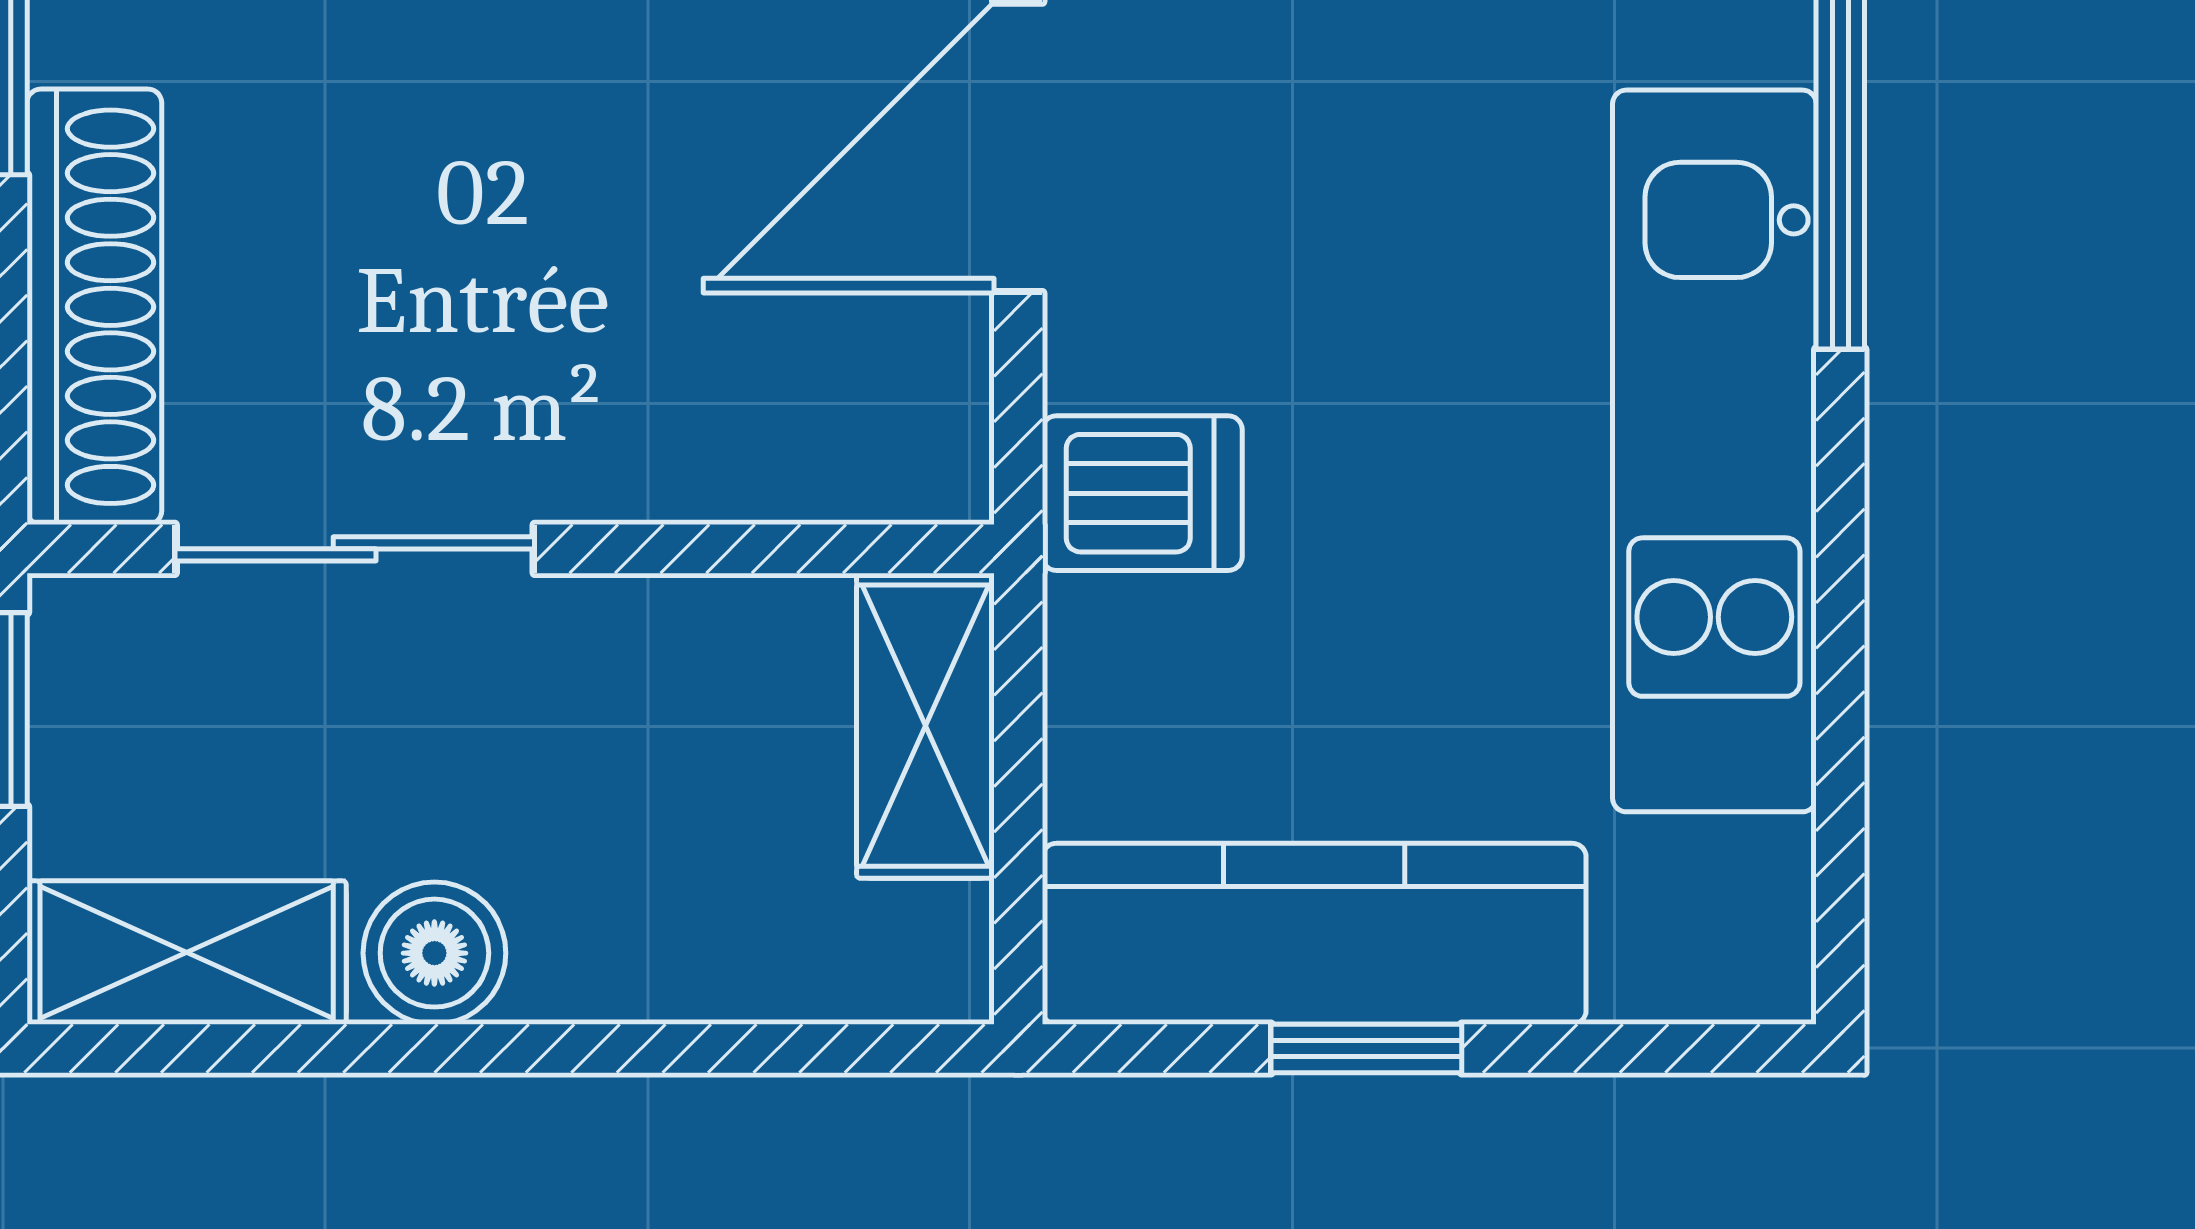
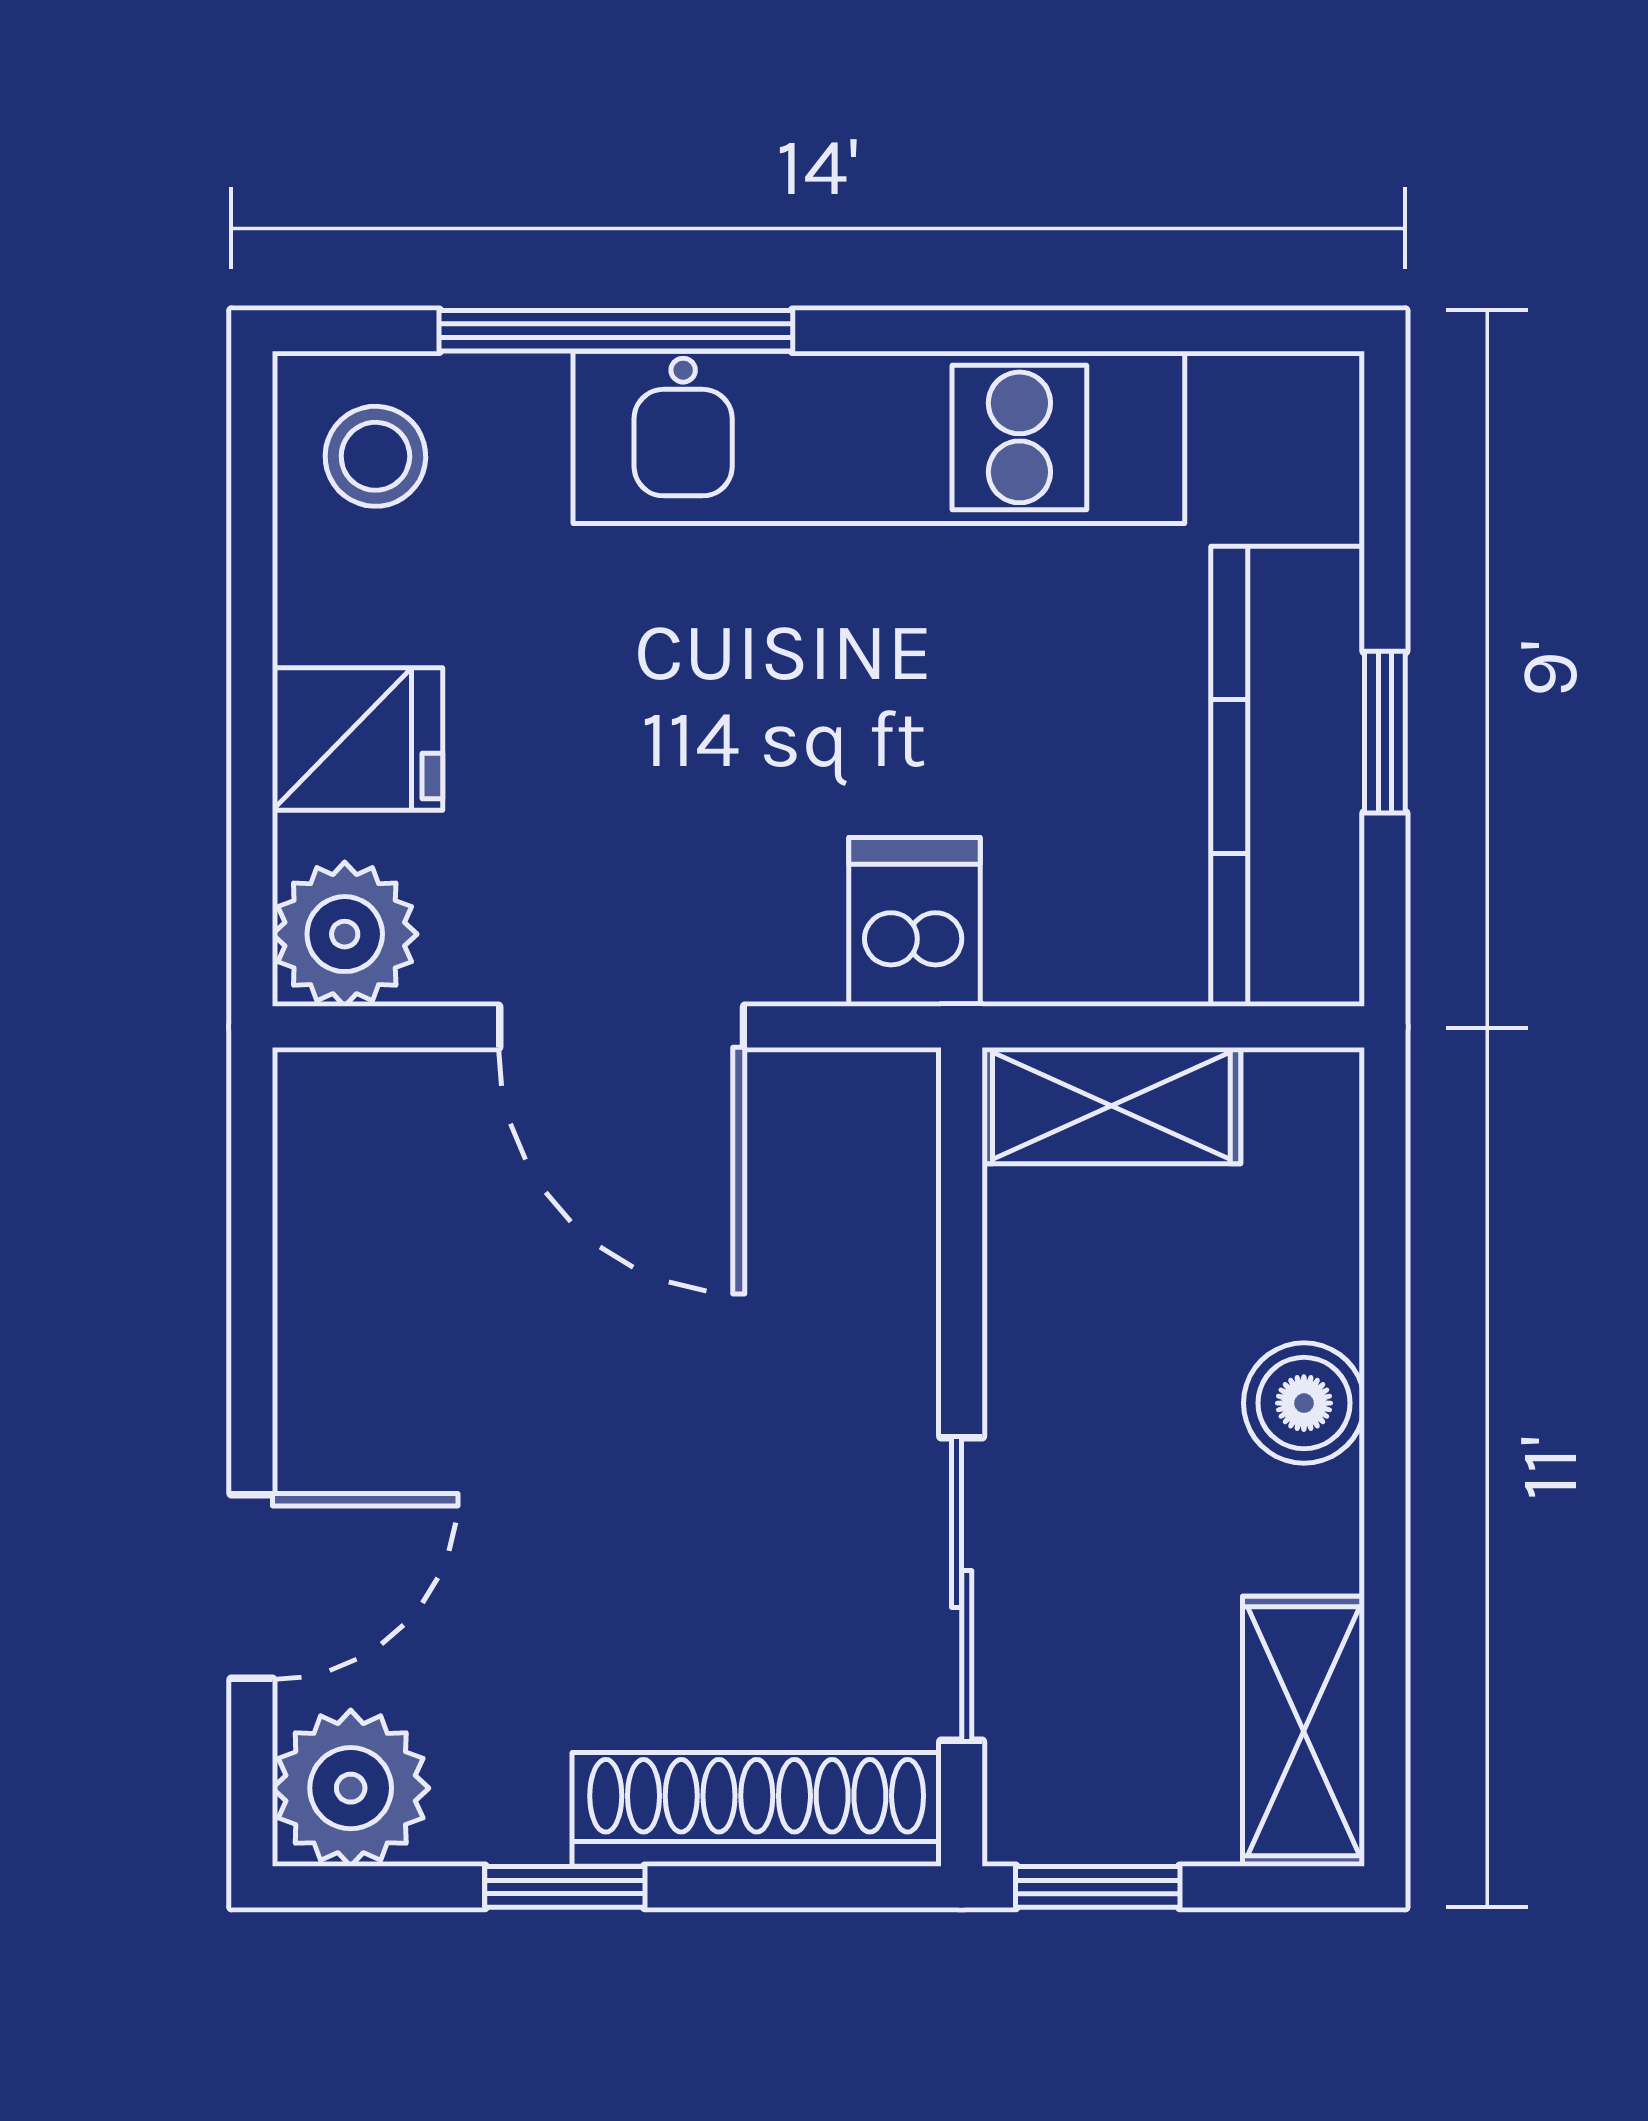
boiler: (434, 953) -> (1304, 1403), moved

